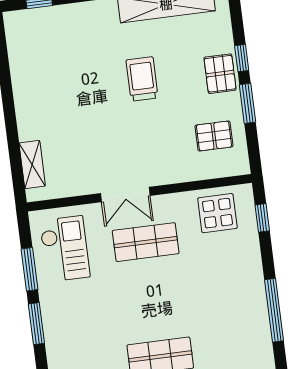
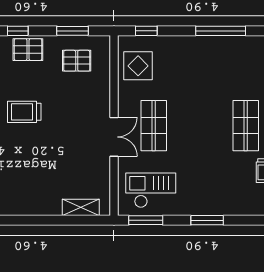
window: (248, 103) -> (72, 31), moved
pallet: (214, 136) -> (77, 61), turned 90
window: (29, 269) -> (146, 220), moved

